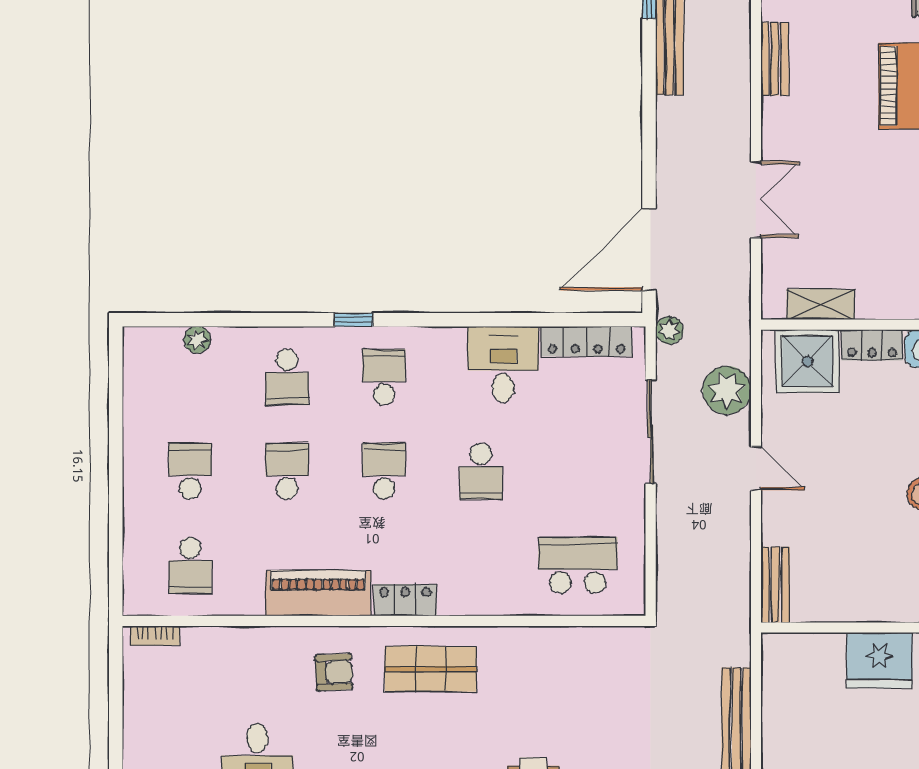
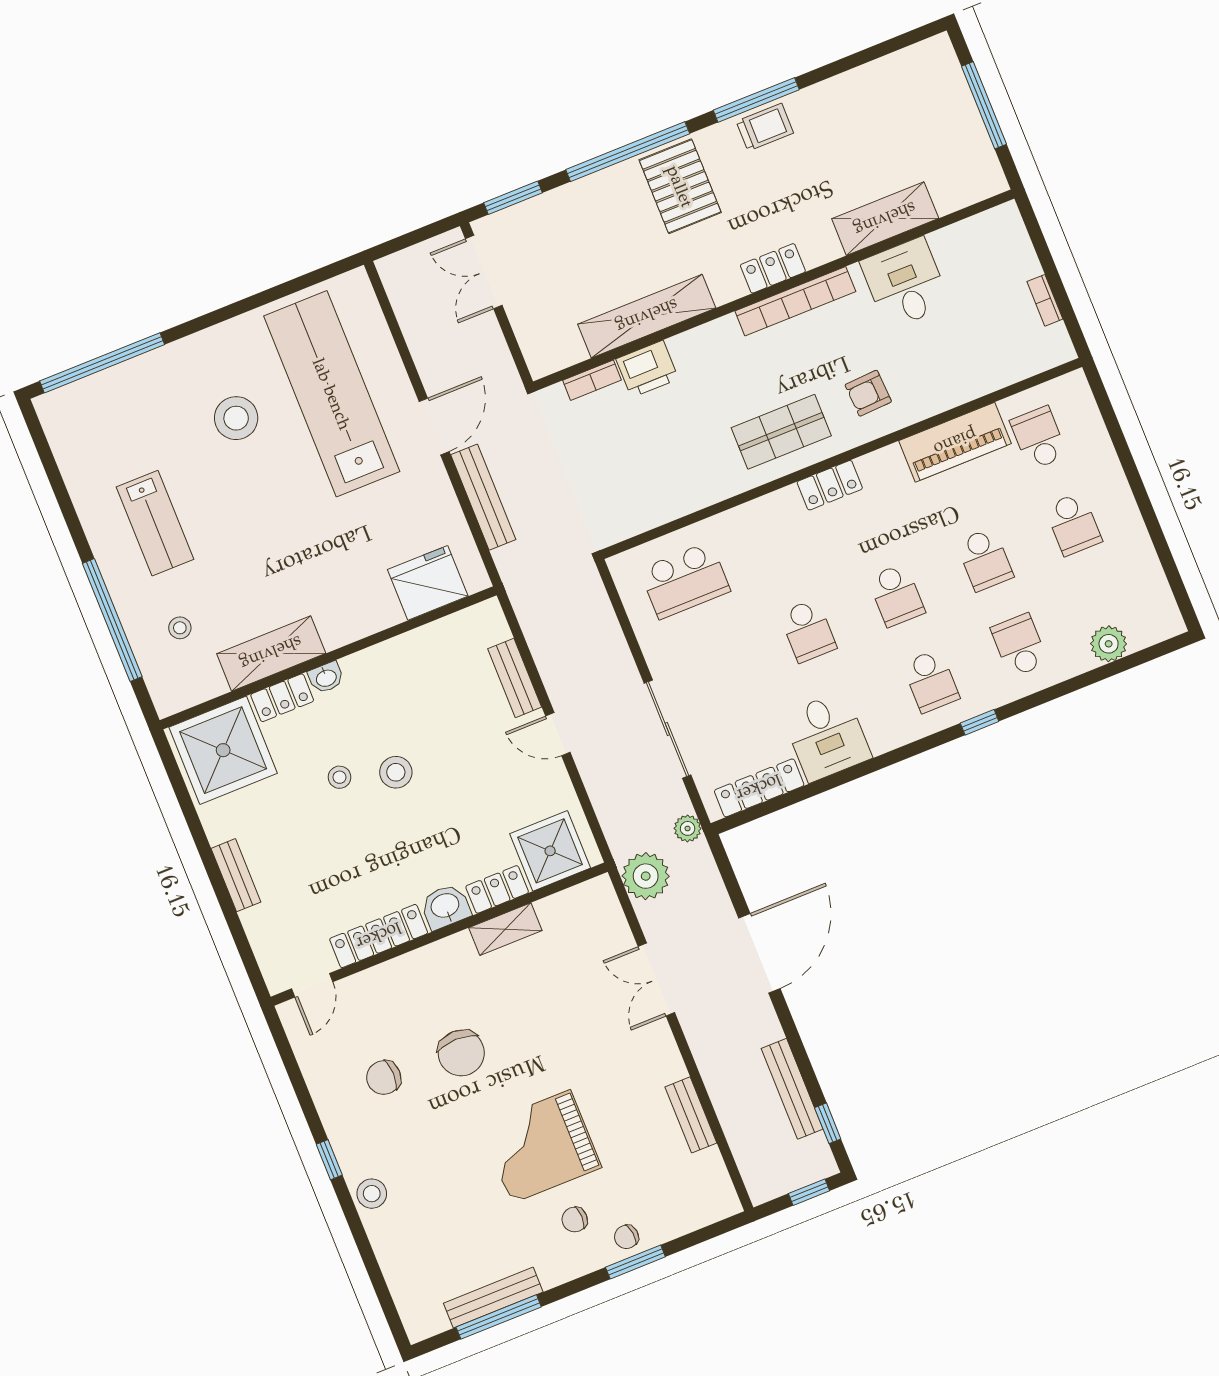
door: (649, 249) -> (759, 953), moved
shelving: (821, 304) -> (505, 929), moved
plant: (197, 340) -> (1109, 644), width x1.38, depth x1.38
plant: (727, 390) -> (646, 876), moved
school desk: (481, 471) -> (808, 631), turned 180
bench: (775, 585) -> (515, 678), moved
piano: (318, 593) -> (955, 442), moved
bookcase: (155, 636) -> (1045, 300), moved, turned -90
fridge: (879, 660) -> (428, 583), moved

